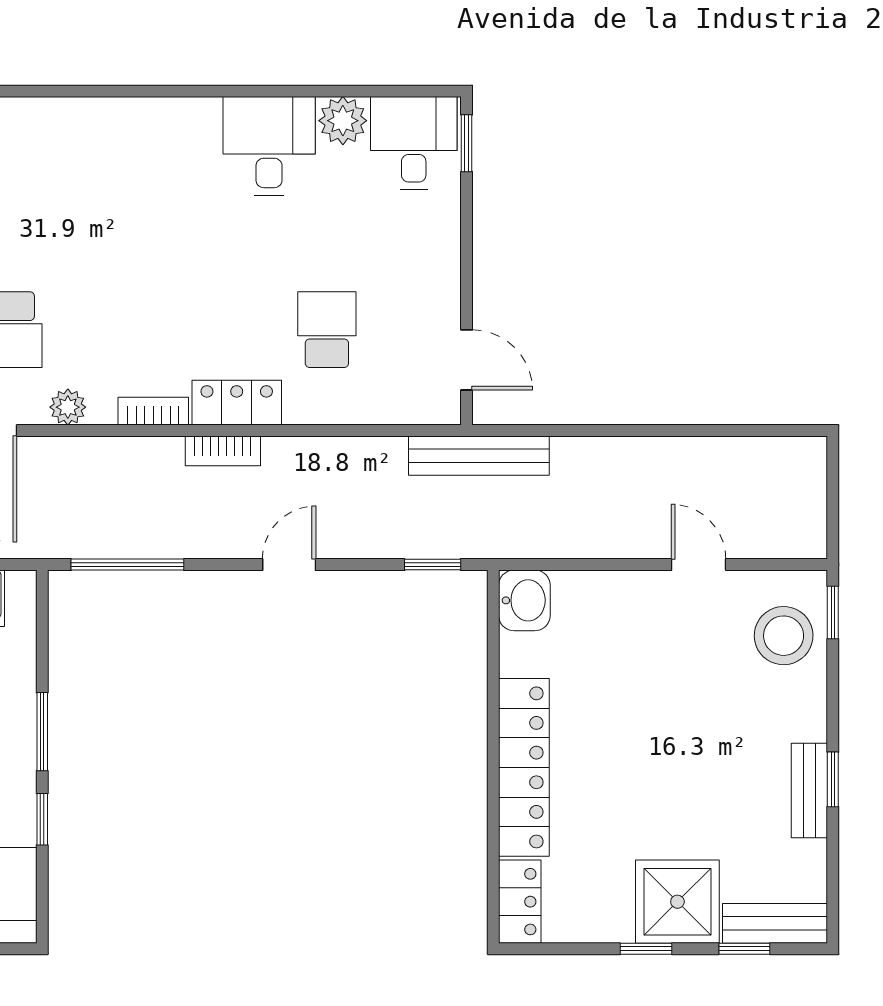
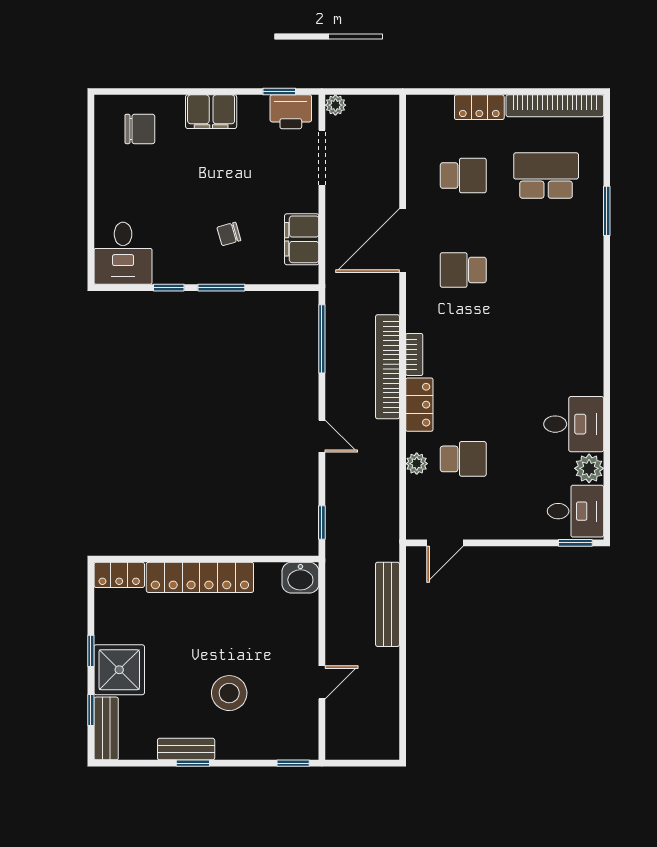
plant: (68, 407) -> (417, 464), moved
bookcase: (223, 451) -> (387, 367), width x2.31, depth x1.31
bench: (479, 456) -> (388, 604), moved
stool: (784, 636) -> (229, 693), moved

